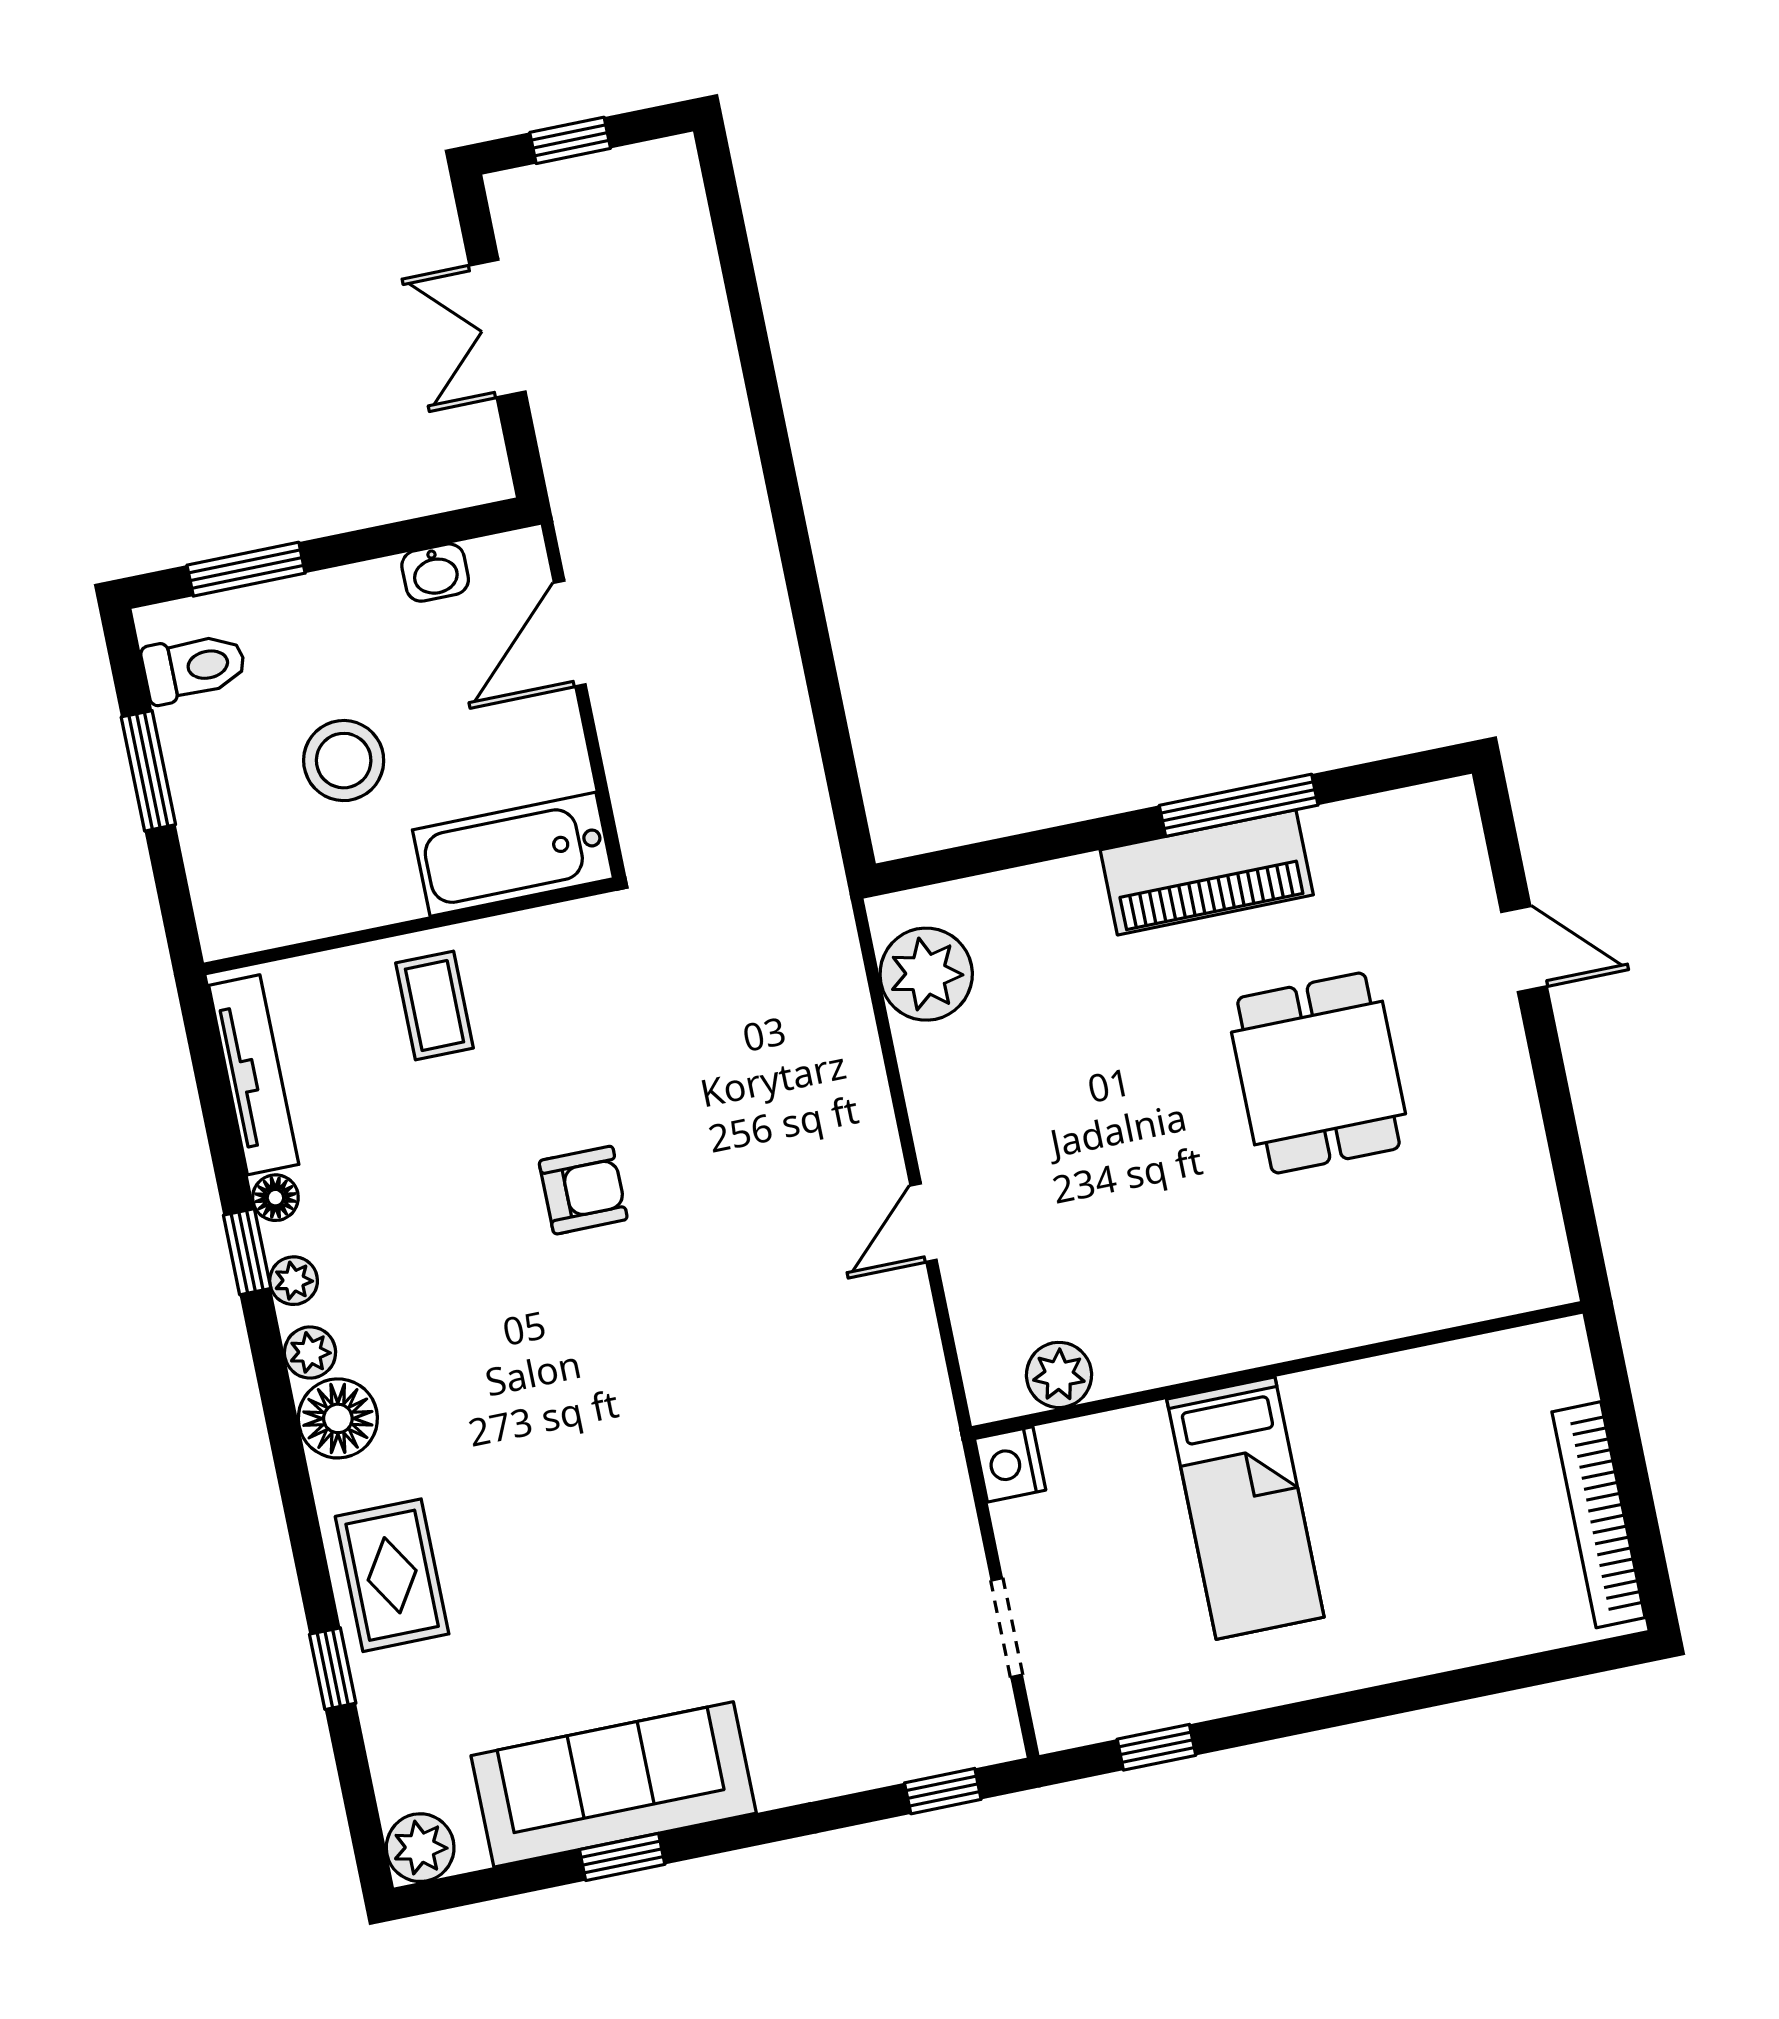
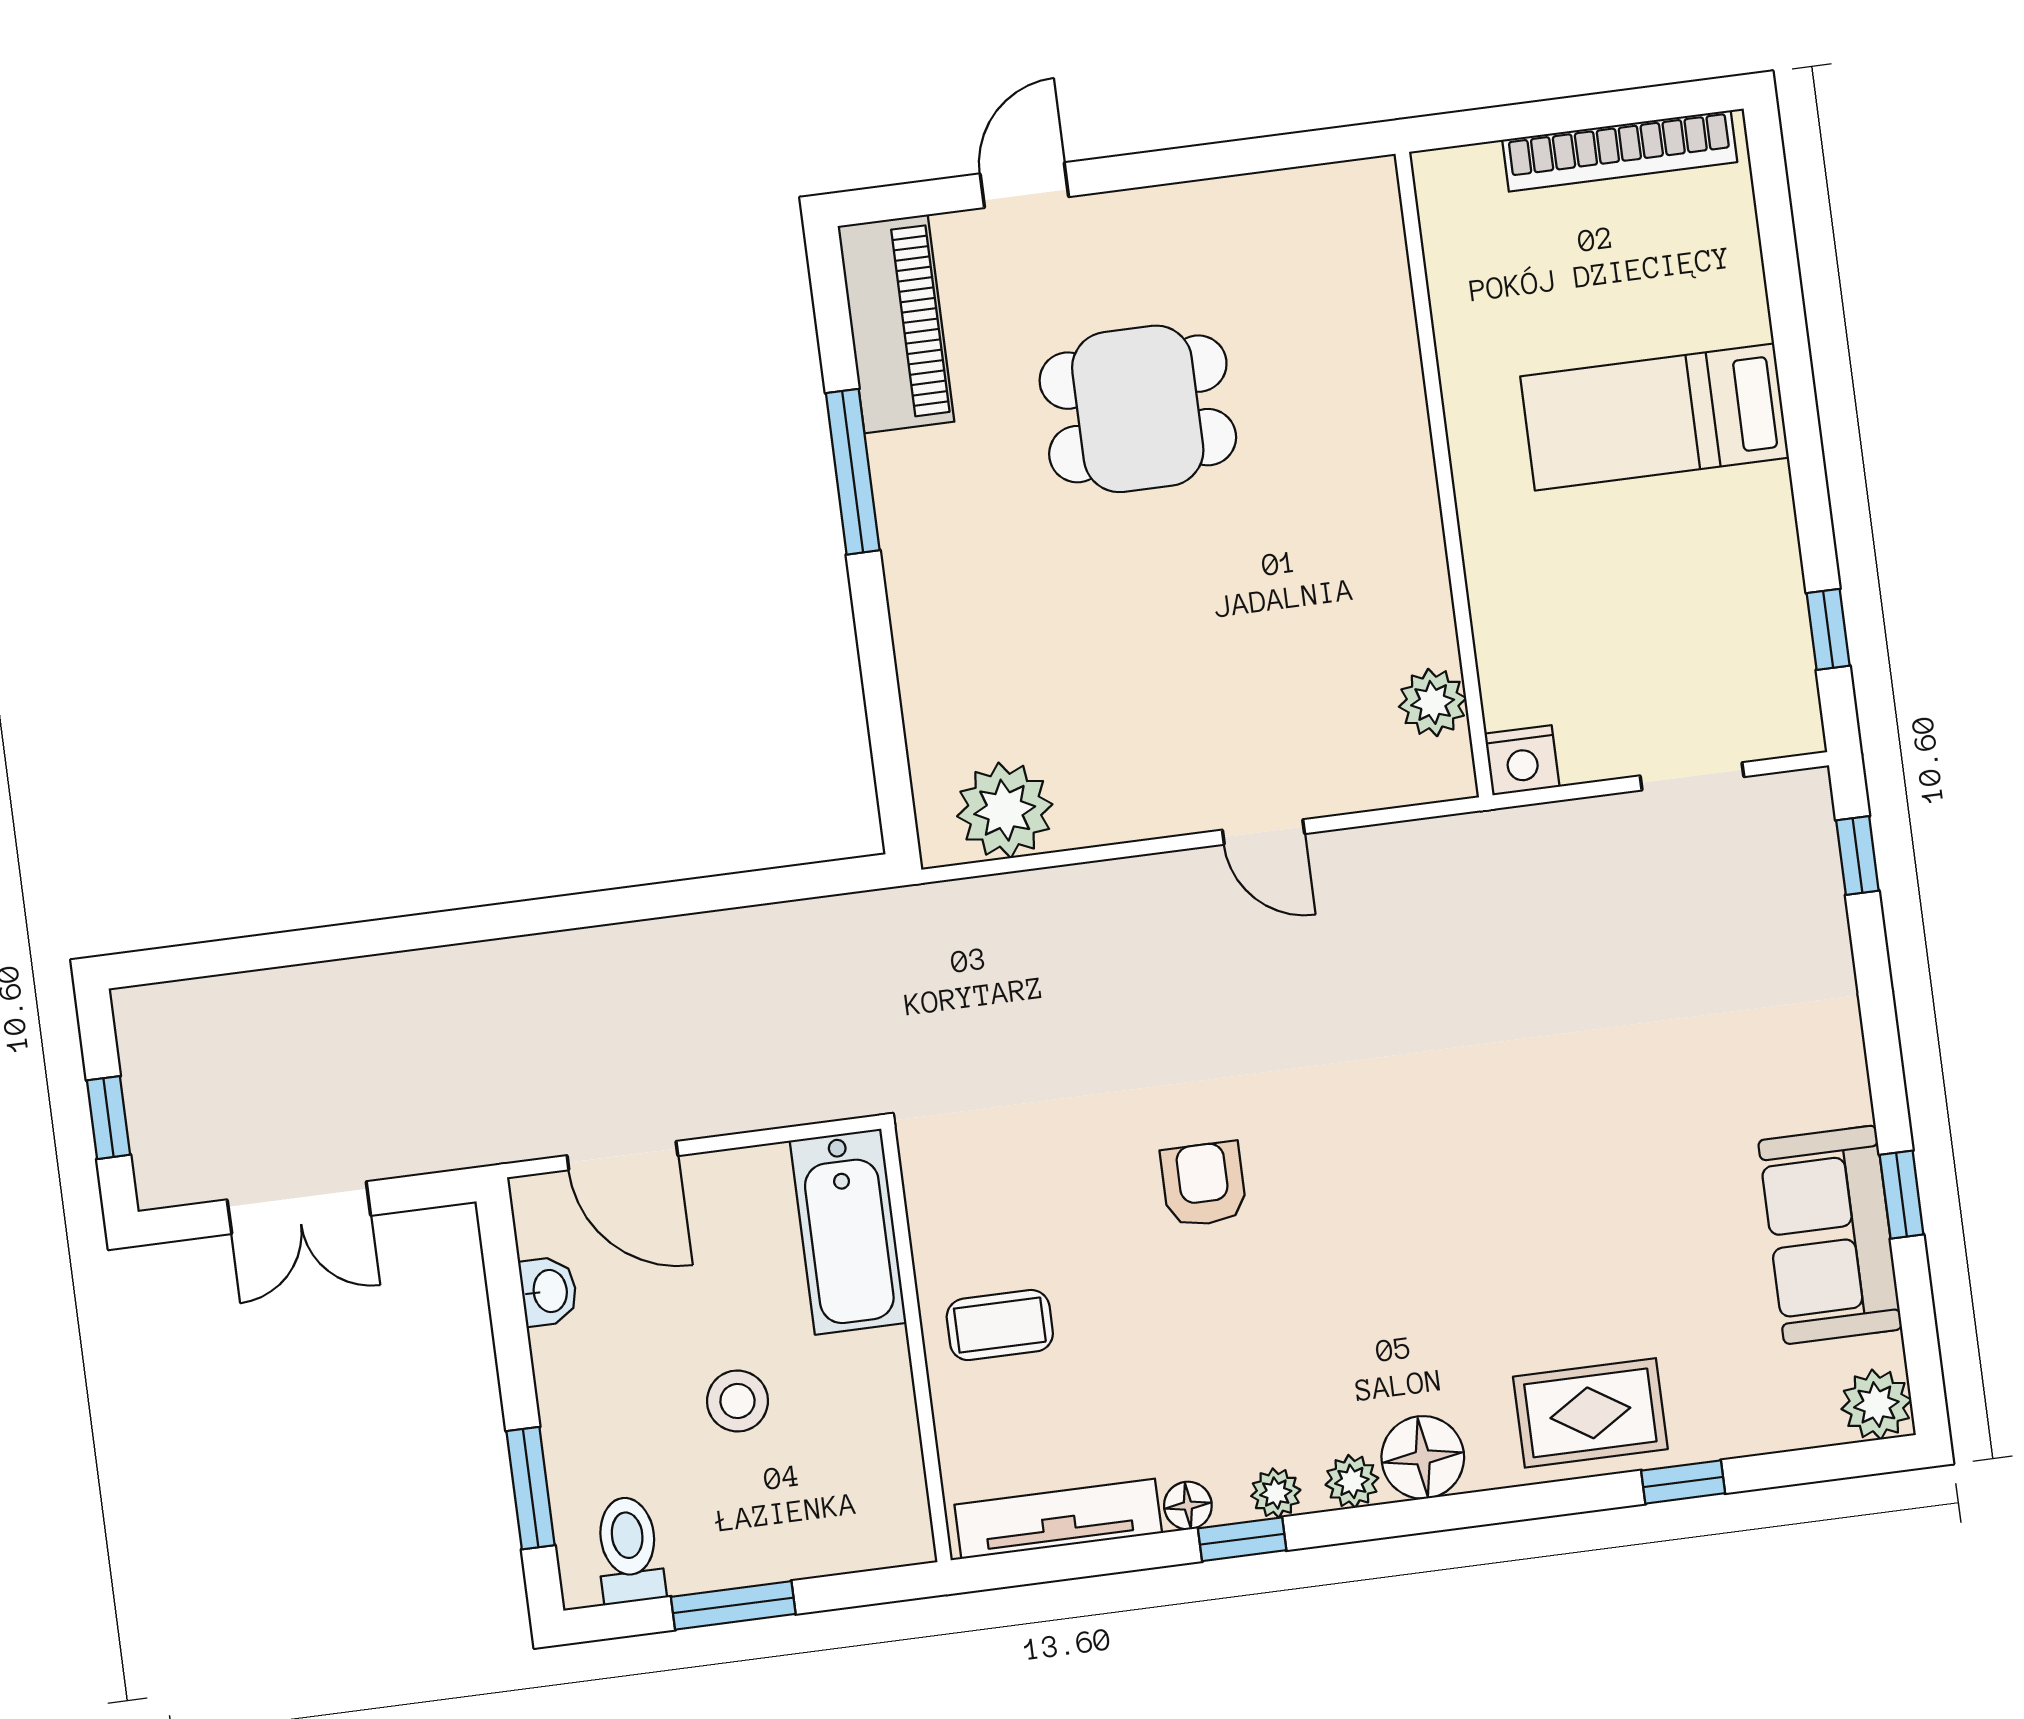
stool: (344, 761) -> (738, 1401), width x0.73, depth x0.73
piano: (1207, 872) -> (896, 324), moved
bed: (1245, 1508) -> (1655, 417), moved, turned 180
sofa: (614, 1784) -> (1830, 1235), width x0.73

